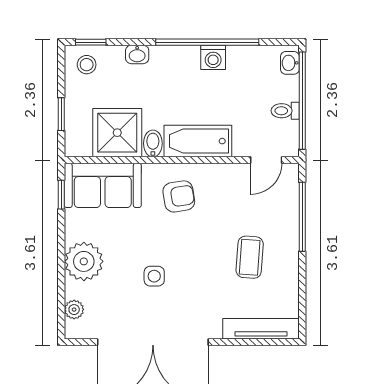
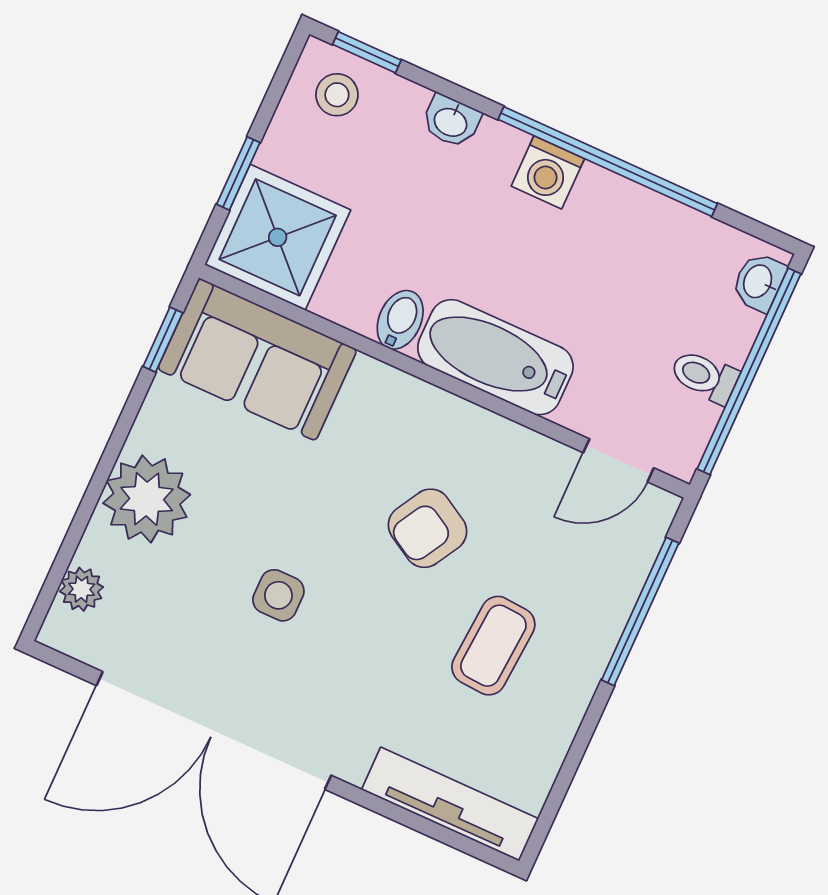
washing machine: (213, 57) -> (548, 172), moved
shower: (117, 133) -> (278, 237), moved
armchair: (179, 196) -> (428, 528), moved, turned 129

